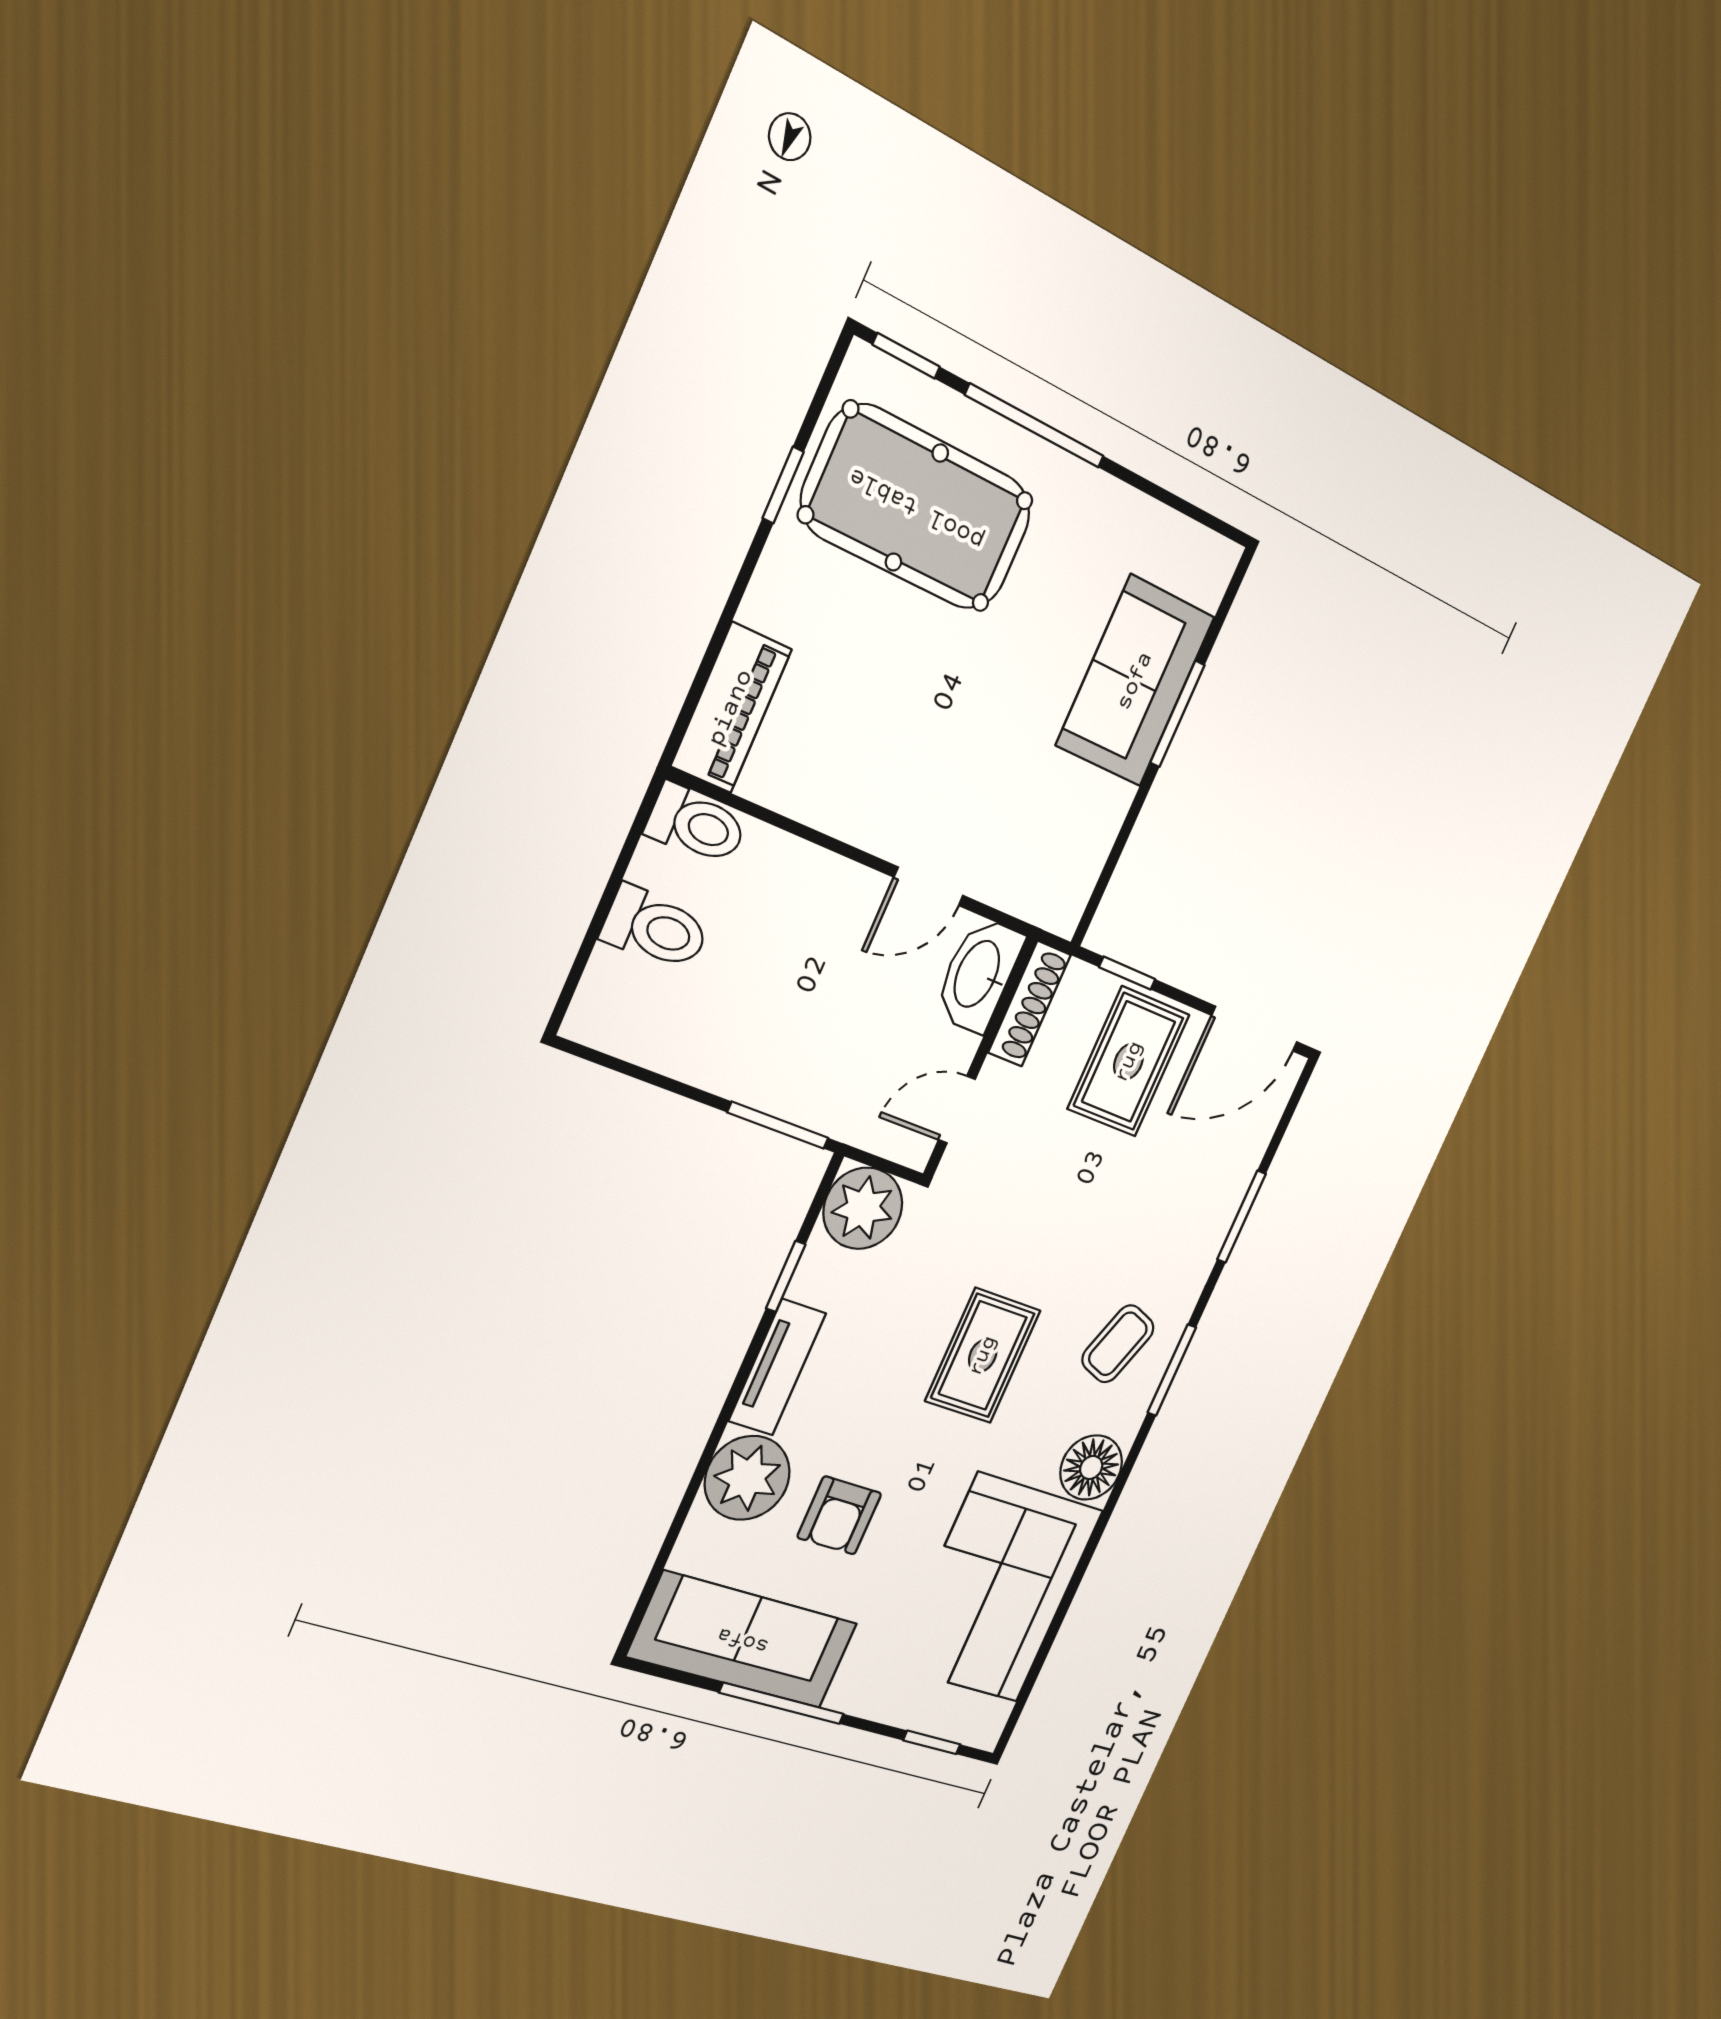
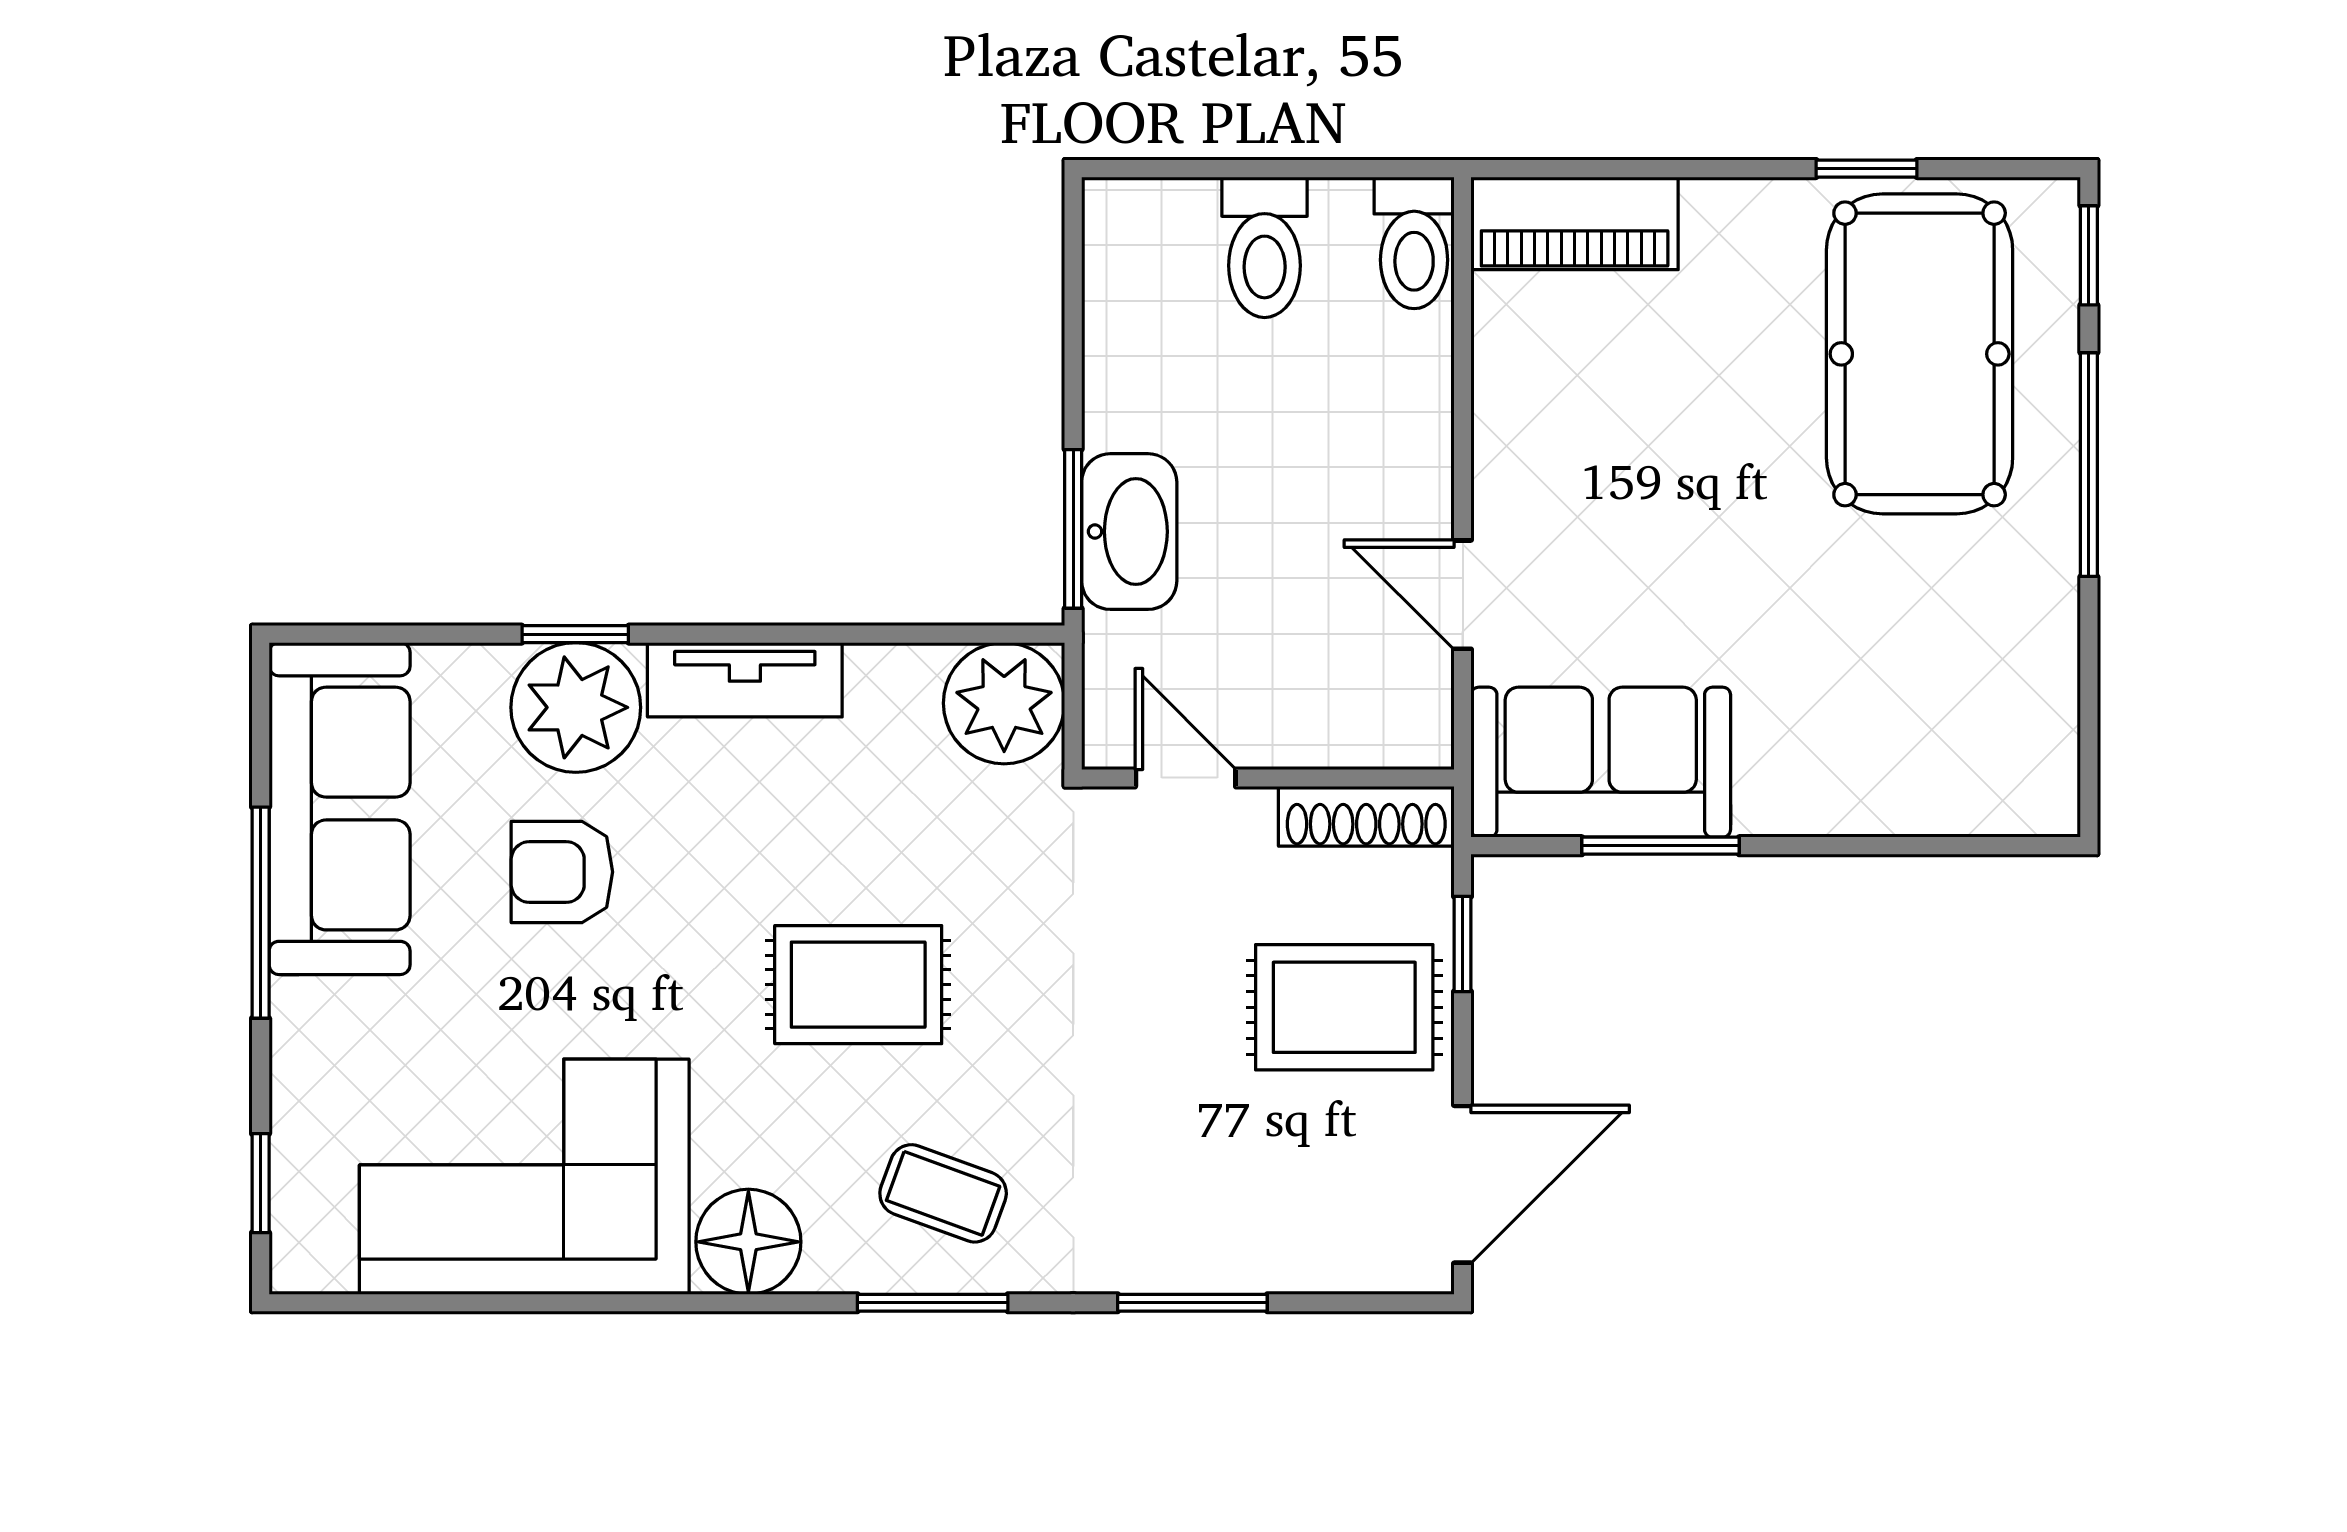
sofa: (1135, 681) -> (1601, 762), moved
window: (1177, 714) -> (1660, 846), moved
washbasin: (978, 975) -> (1129, 532), moved, turned 90
door: (1255, 1029) -> (1463, 1184), swing flipped
window: (786, 1276) -> (575, 634), moved

